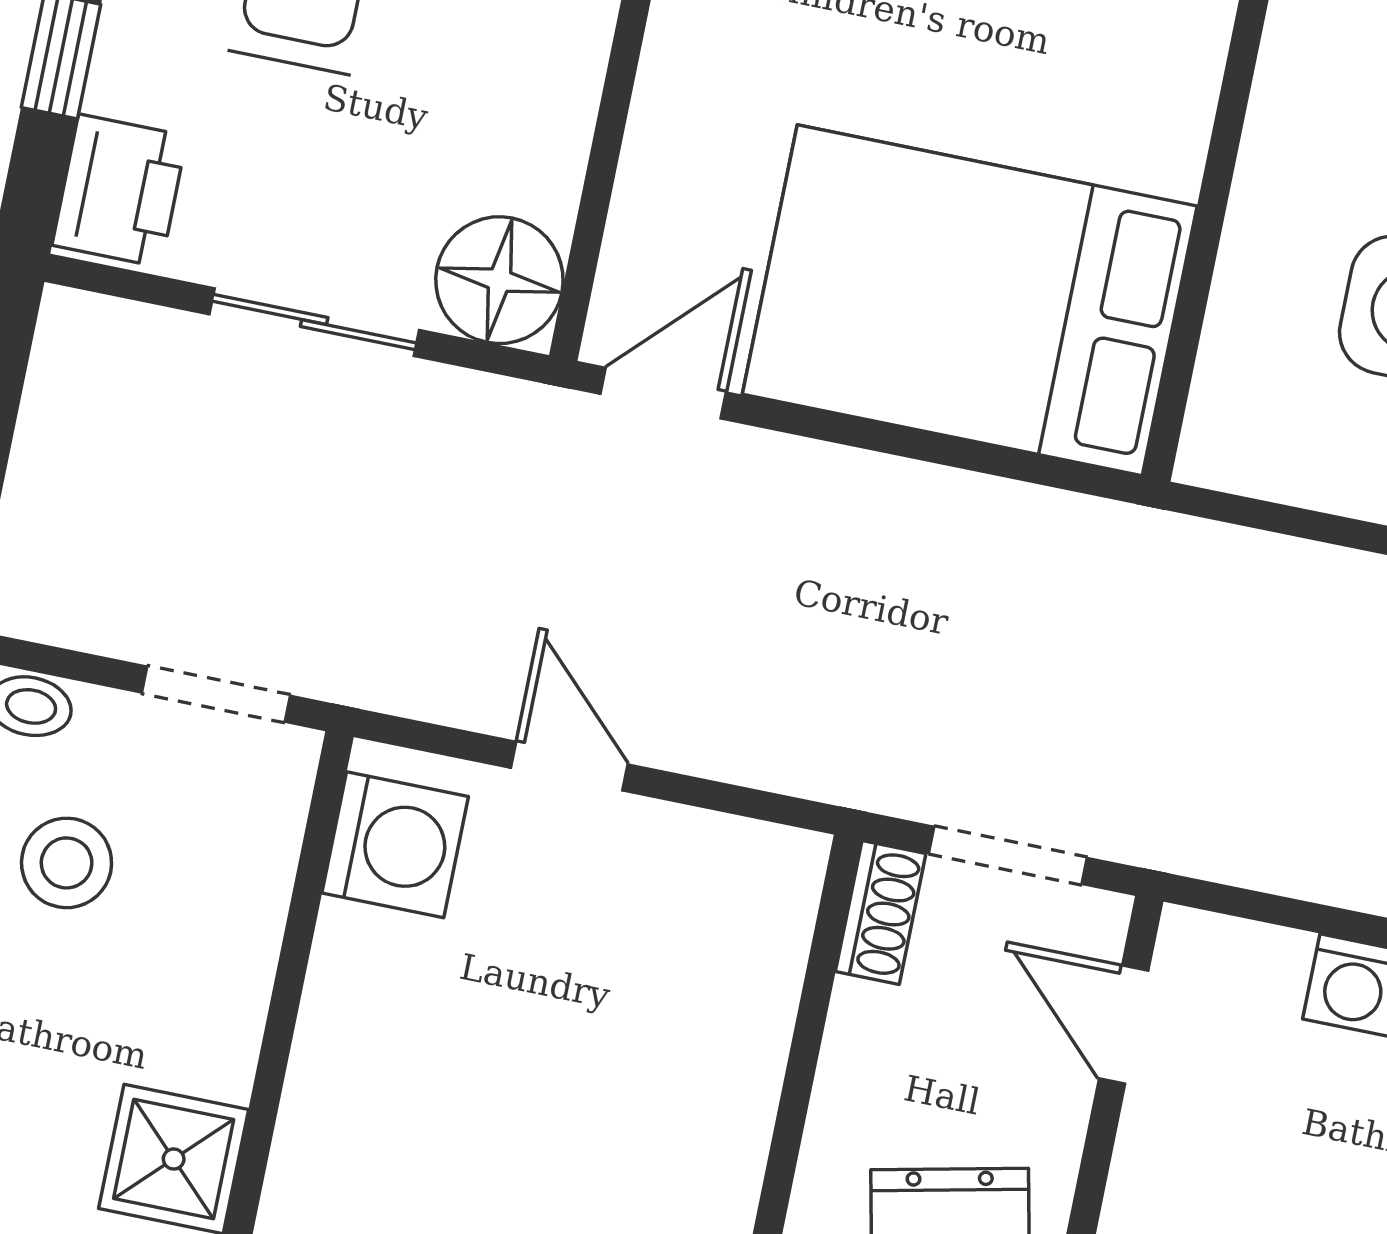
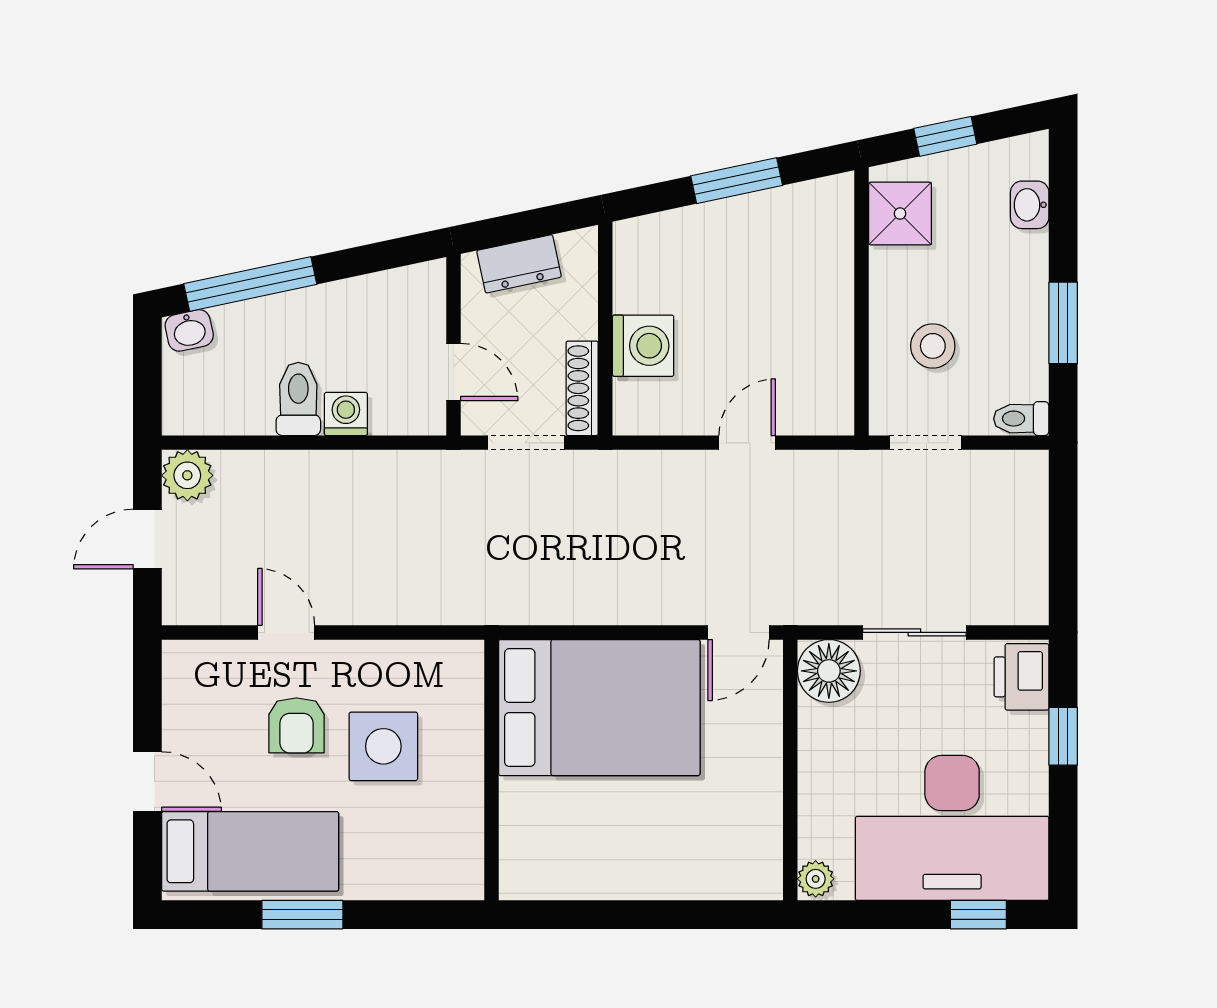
door: (569, 766) -> (747, 443), swing flipped
washing machine: (395, 845) -> (643, 346), moved, turned 180
stool: (67, 863) -> (933, 346), moved
shoe rack: (881, 913) -> (582, 388), width x1.43

